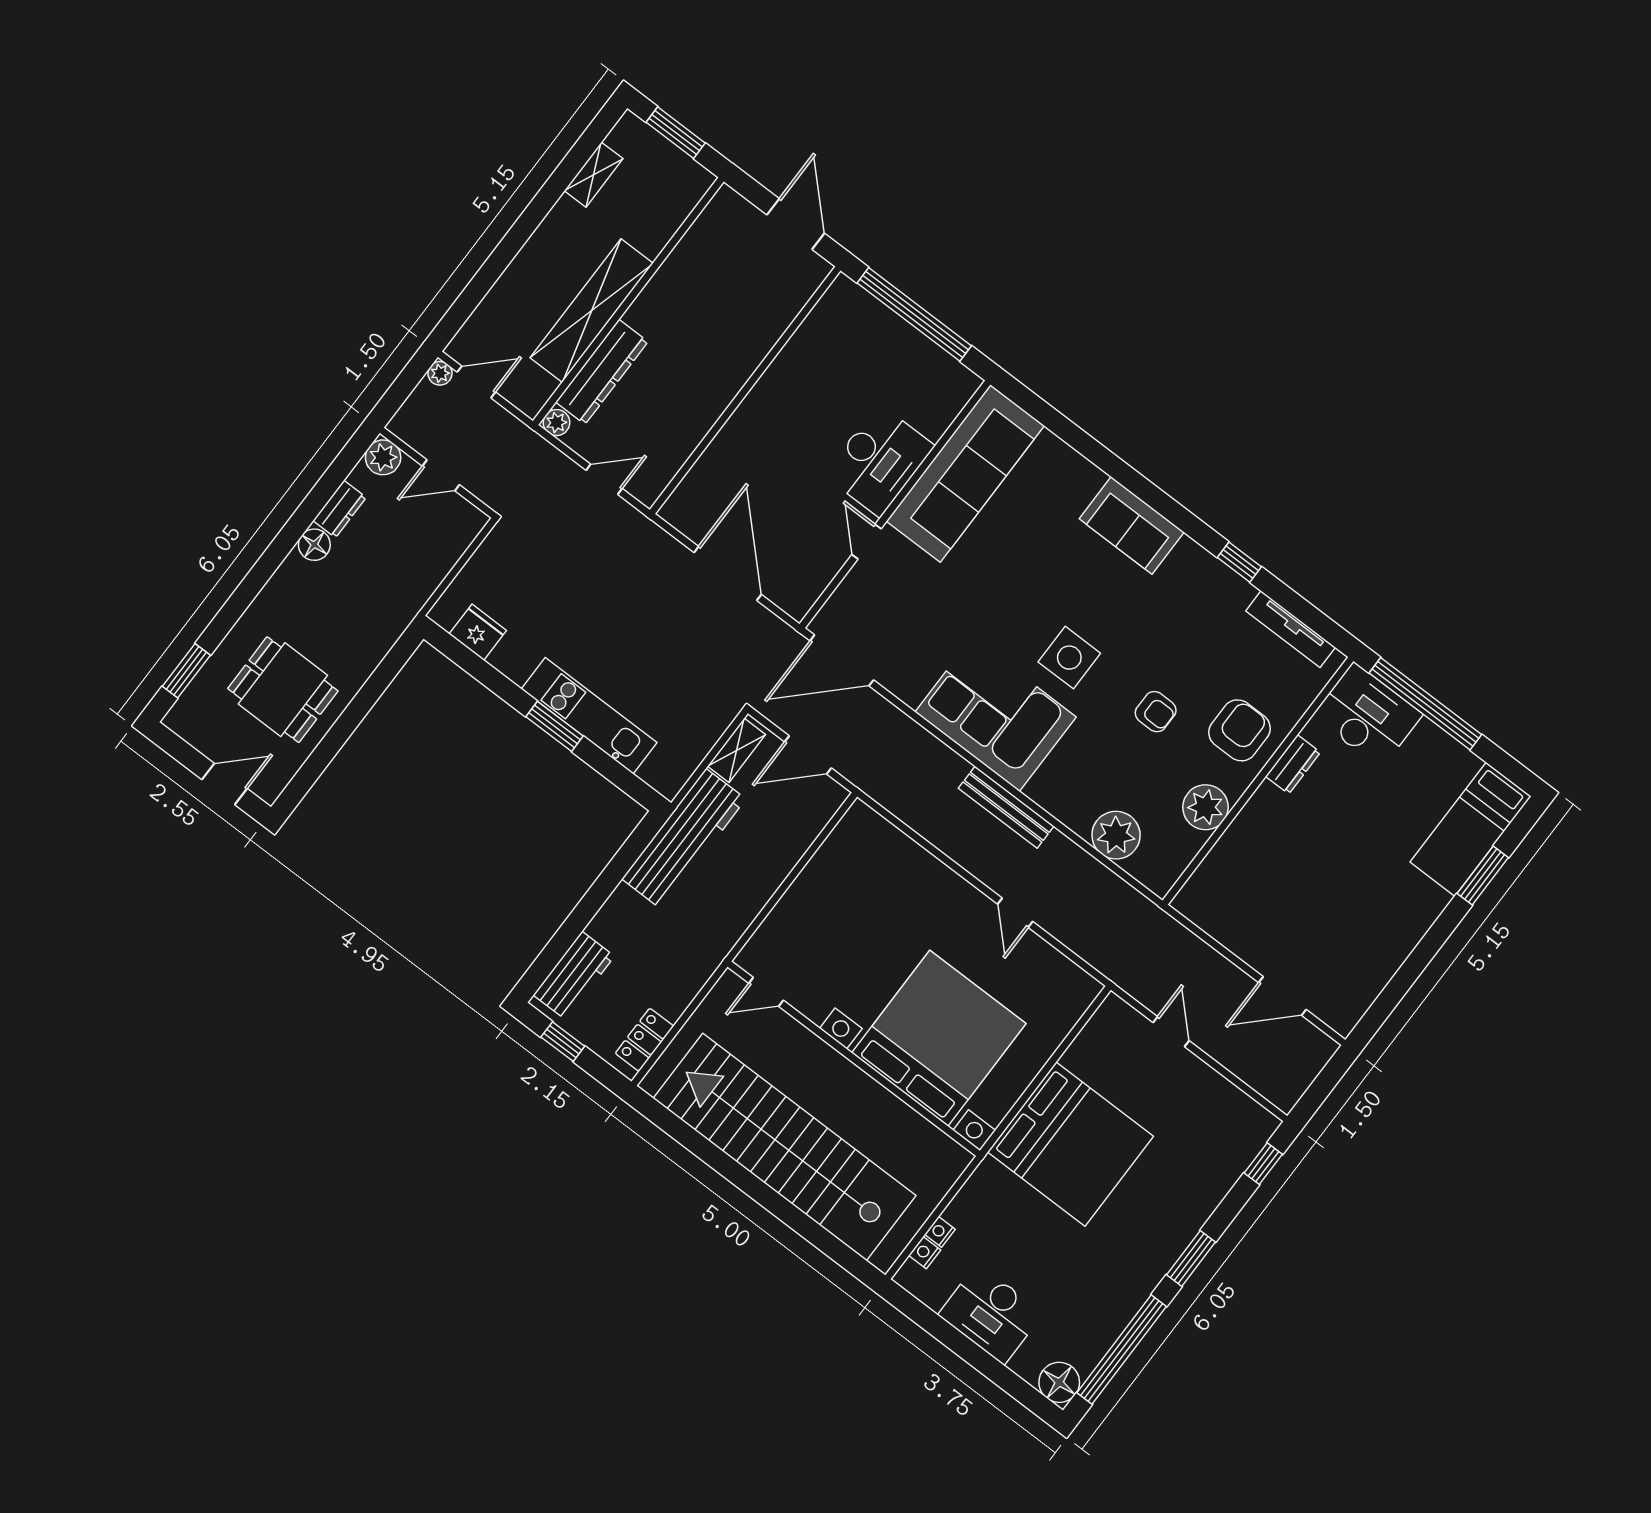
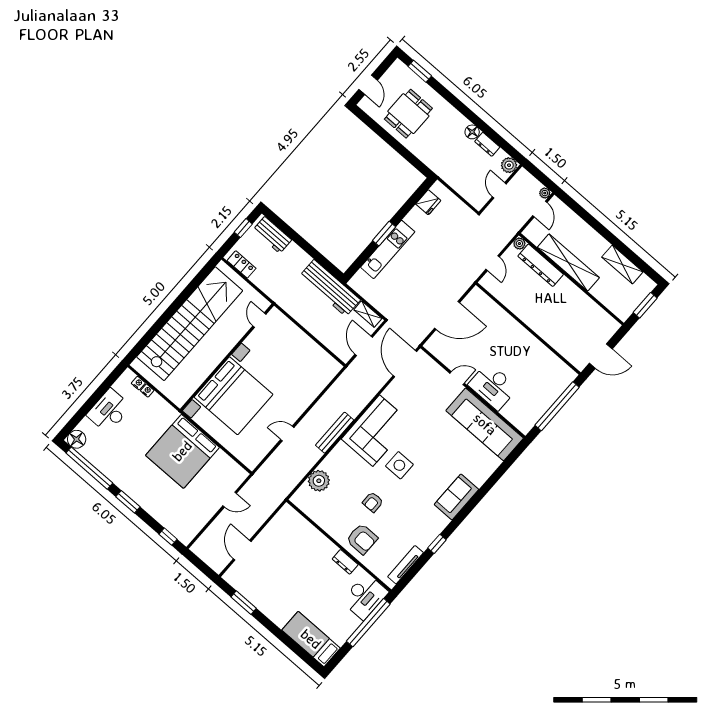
shelving: (594, 175) -> (622, 264), width x1.50, depth x1.33
plant: (1206, 807) -> (329, 522), removed
window: (1483, 875) -> (244, 603), moved

